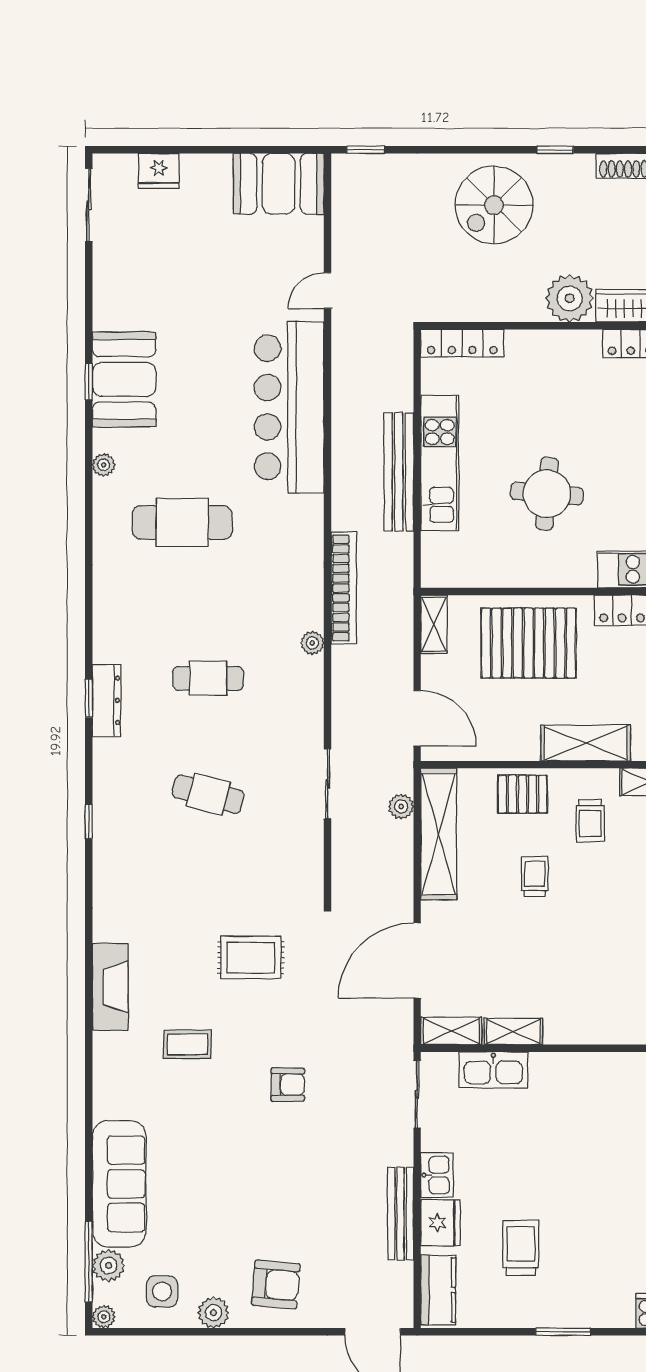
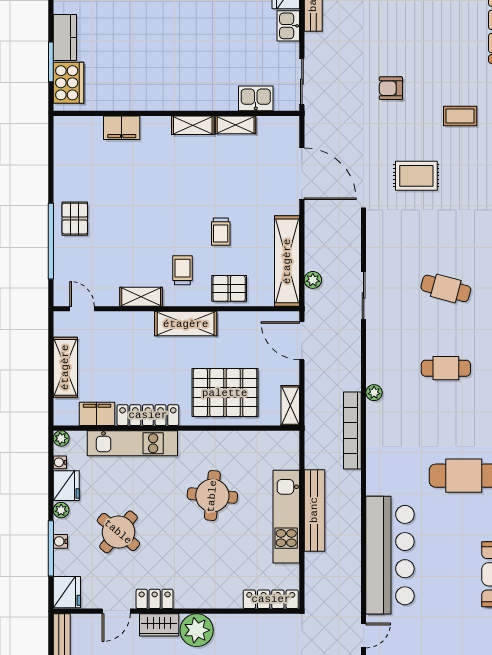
door: (417, 961) -> (302, 174), hinge flipped
shelving: (451, 1031) -> (193, 125), moved
kitchen sink: (493, 1070) -> (256, 98), width x0.73

